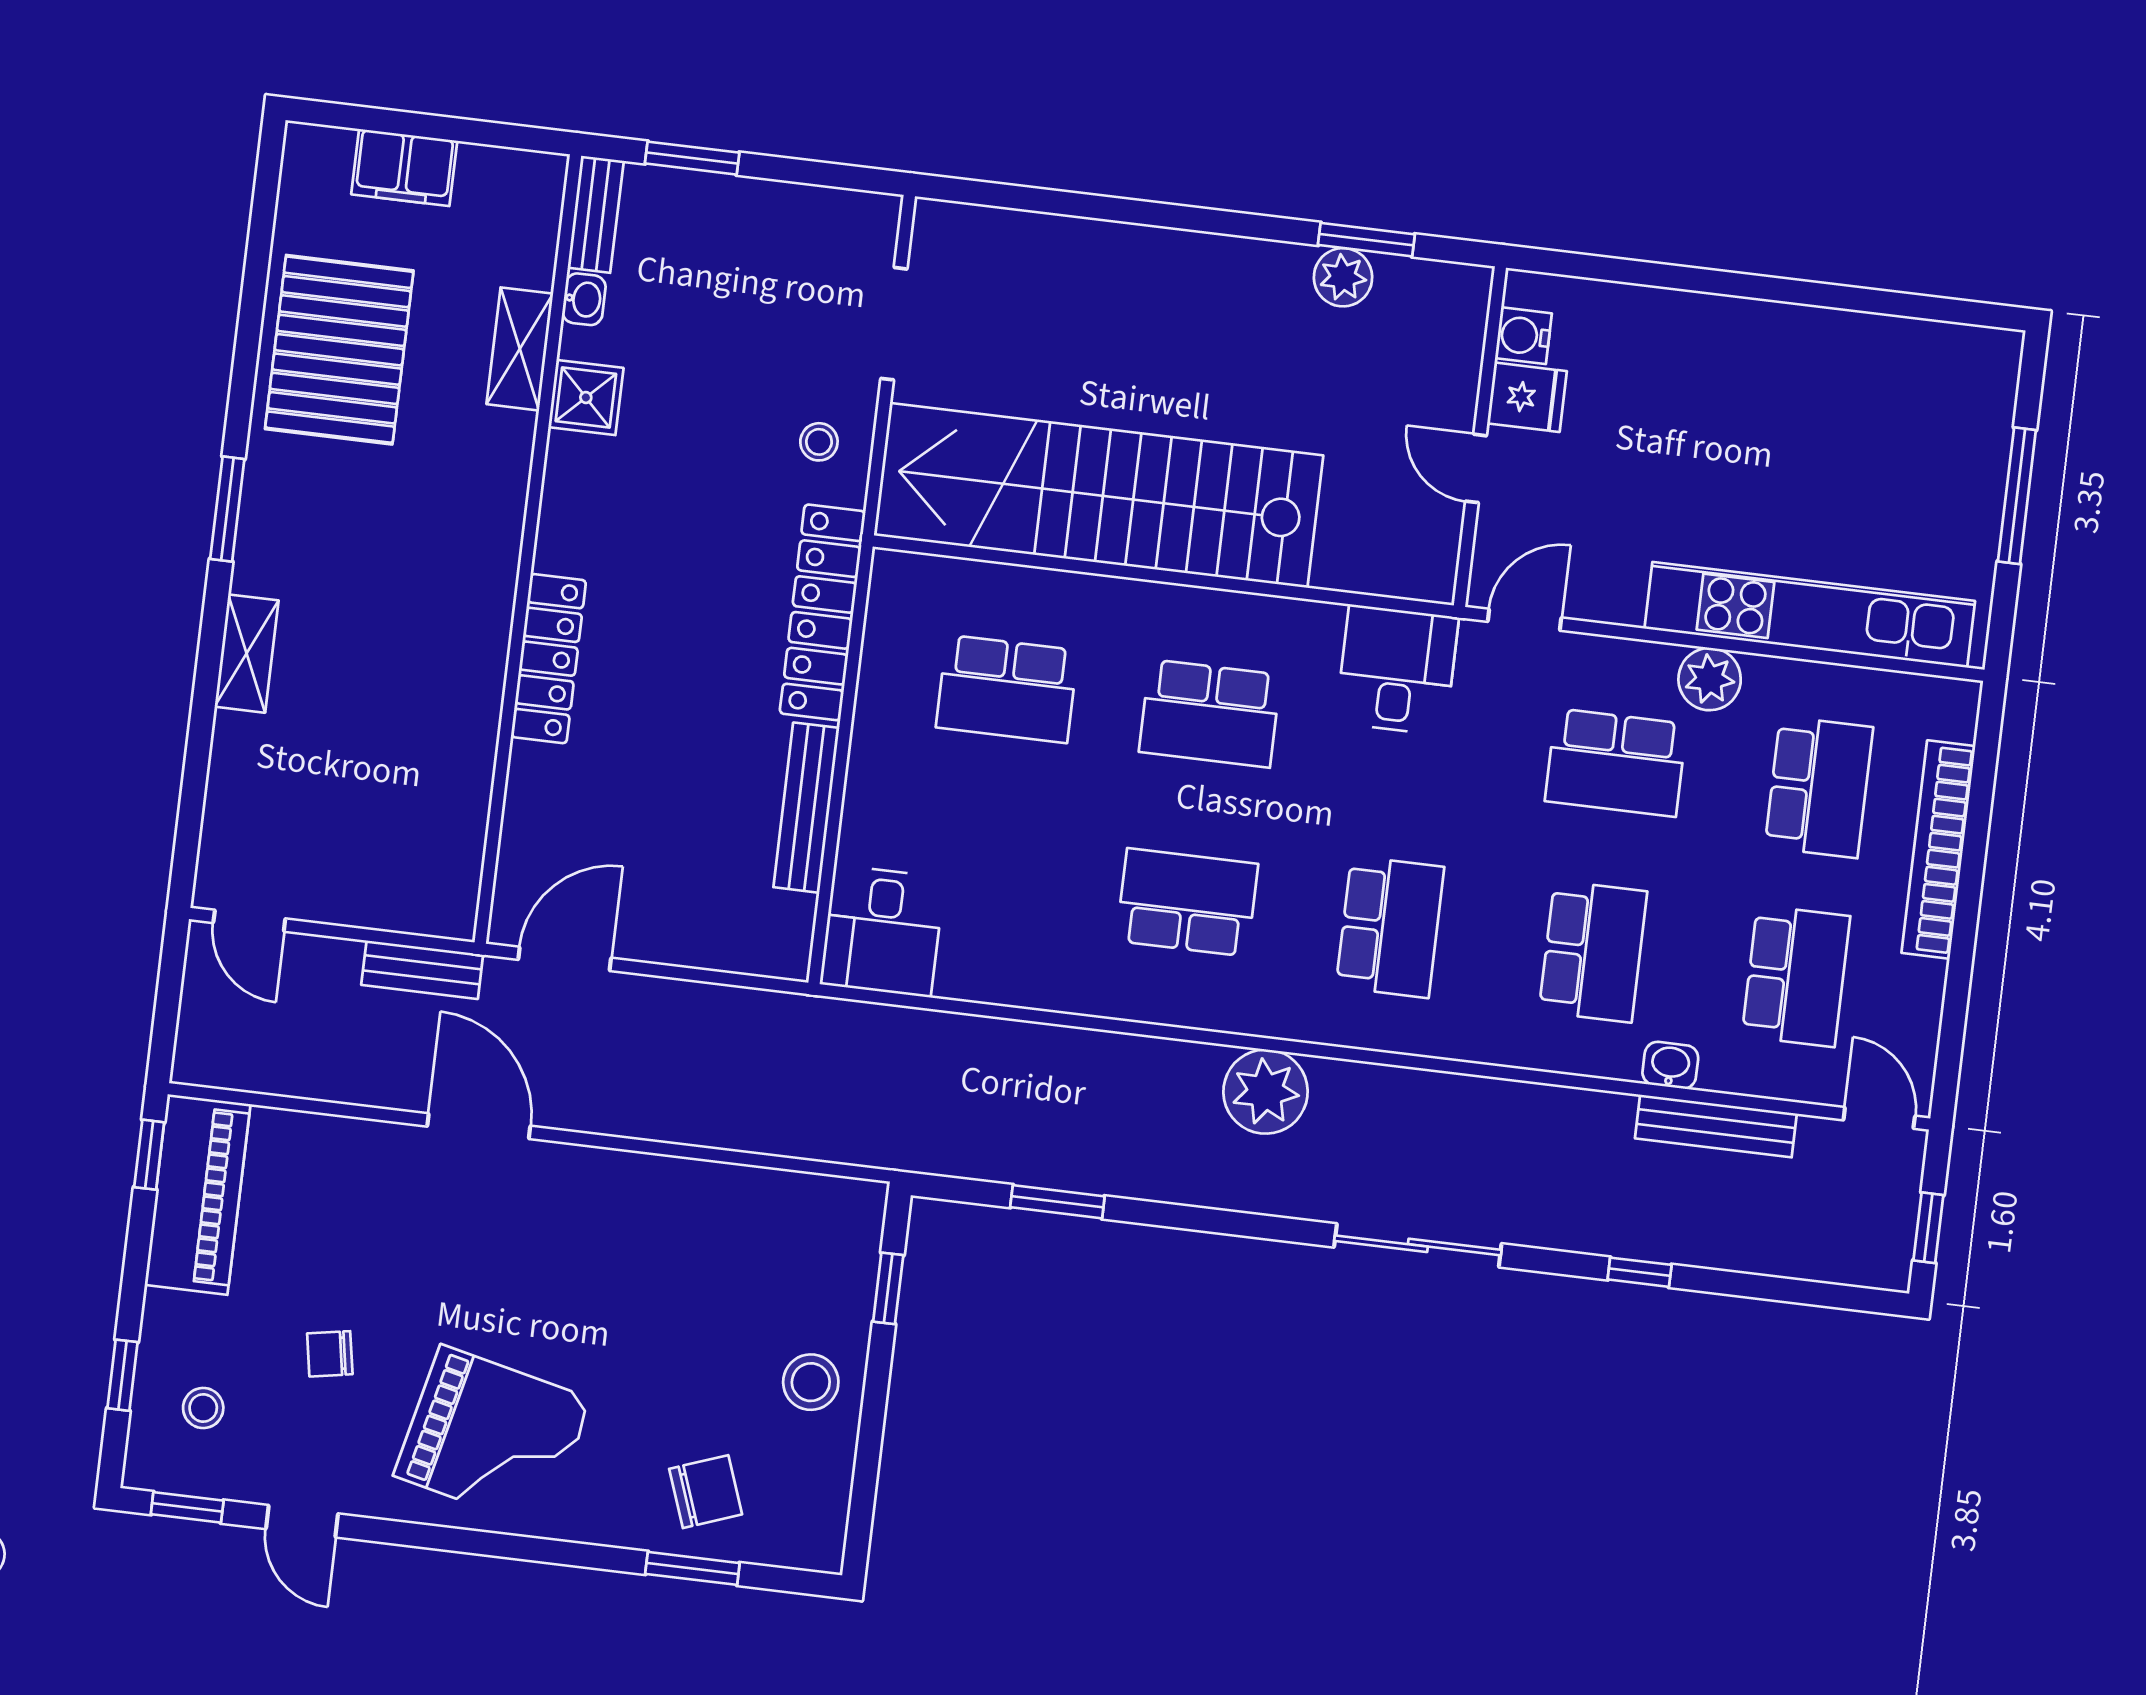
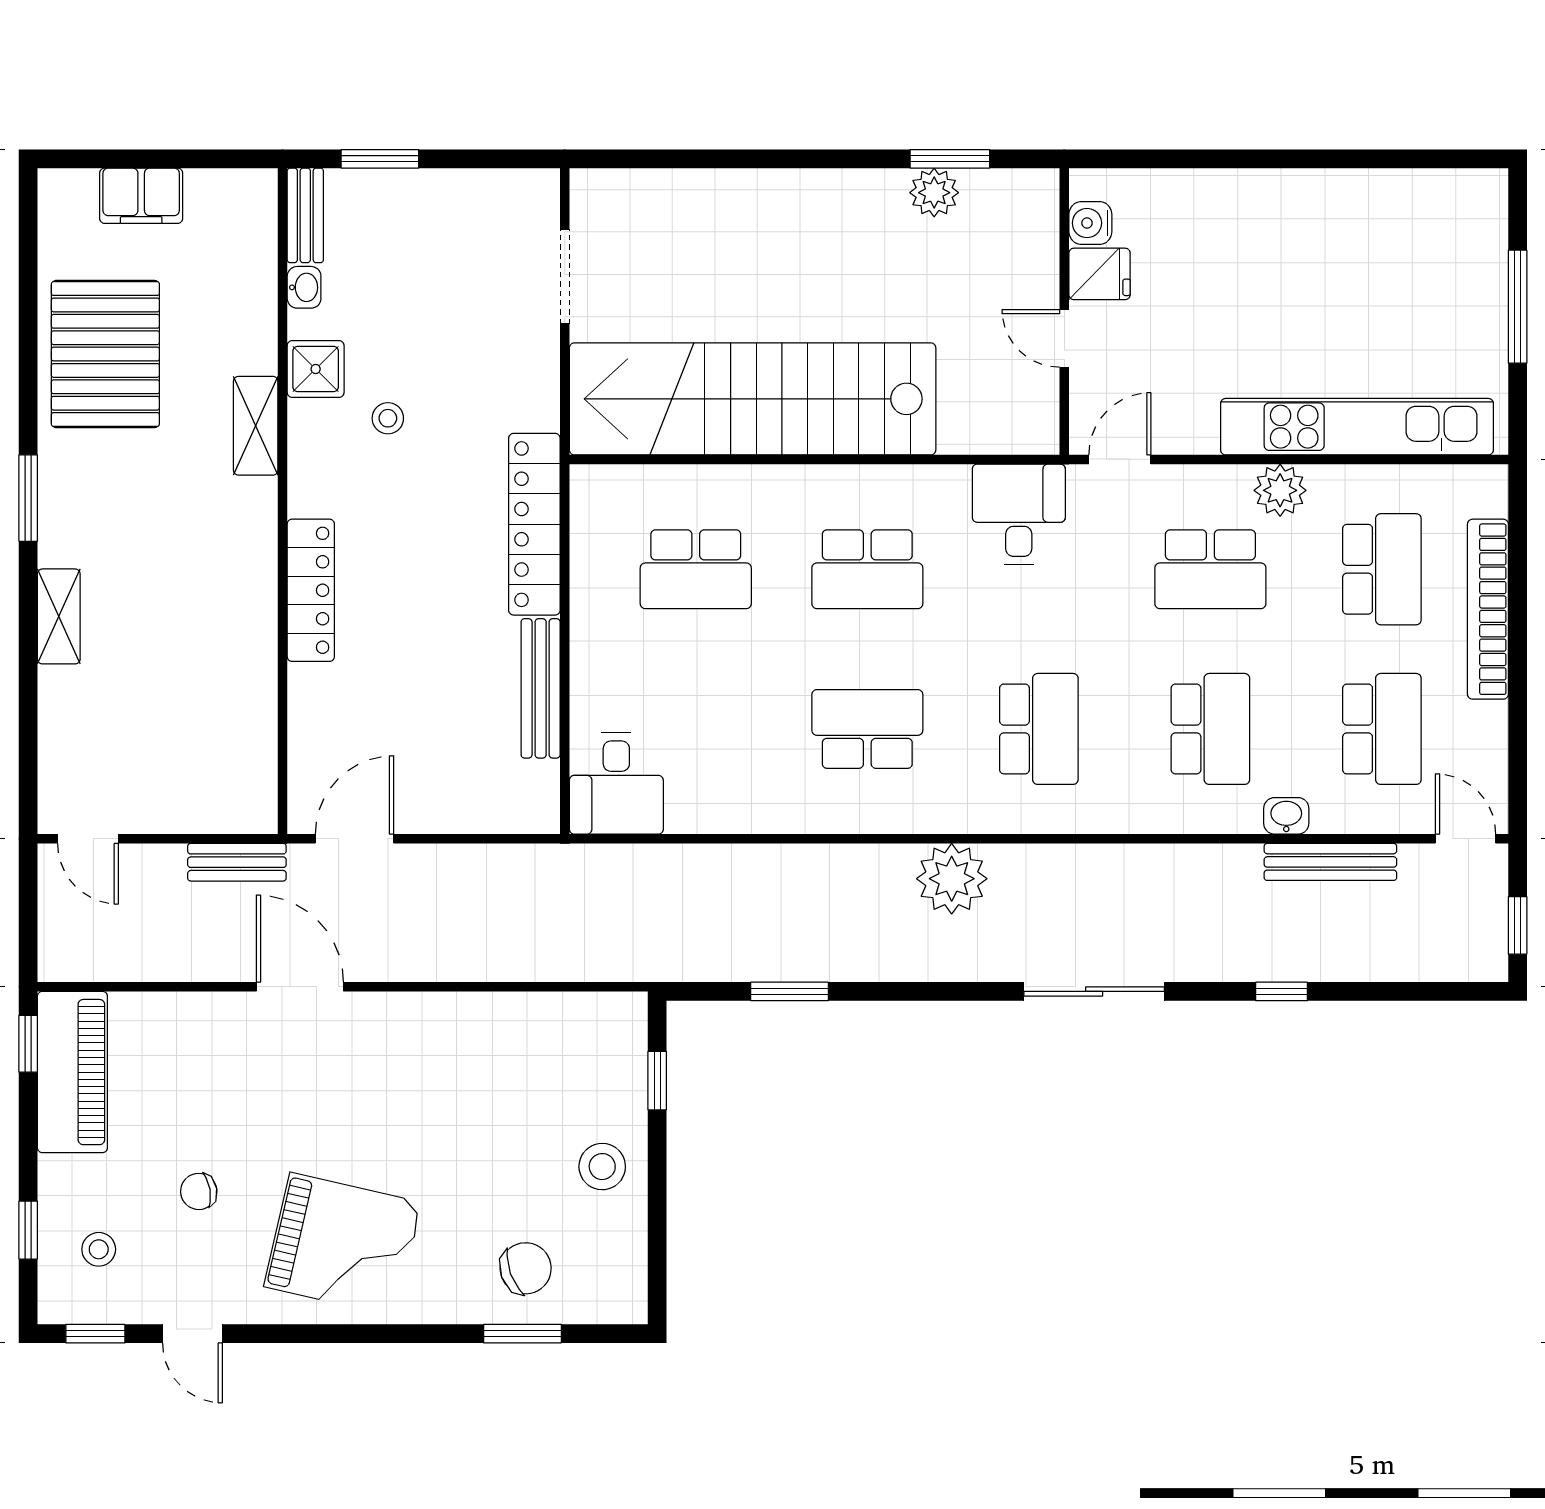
shelving: (520, 349) -> (256, 426), moved
stool: (819, 442) -> (388, 418), moved

